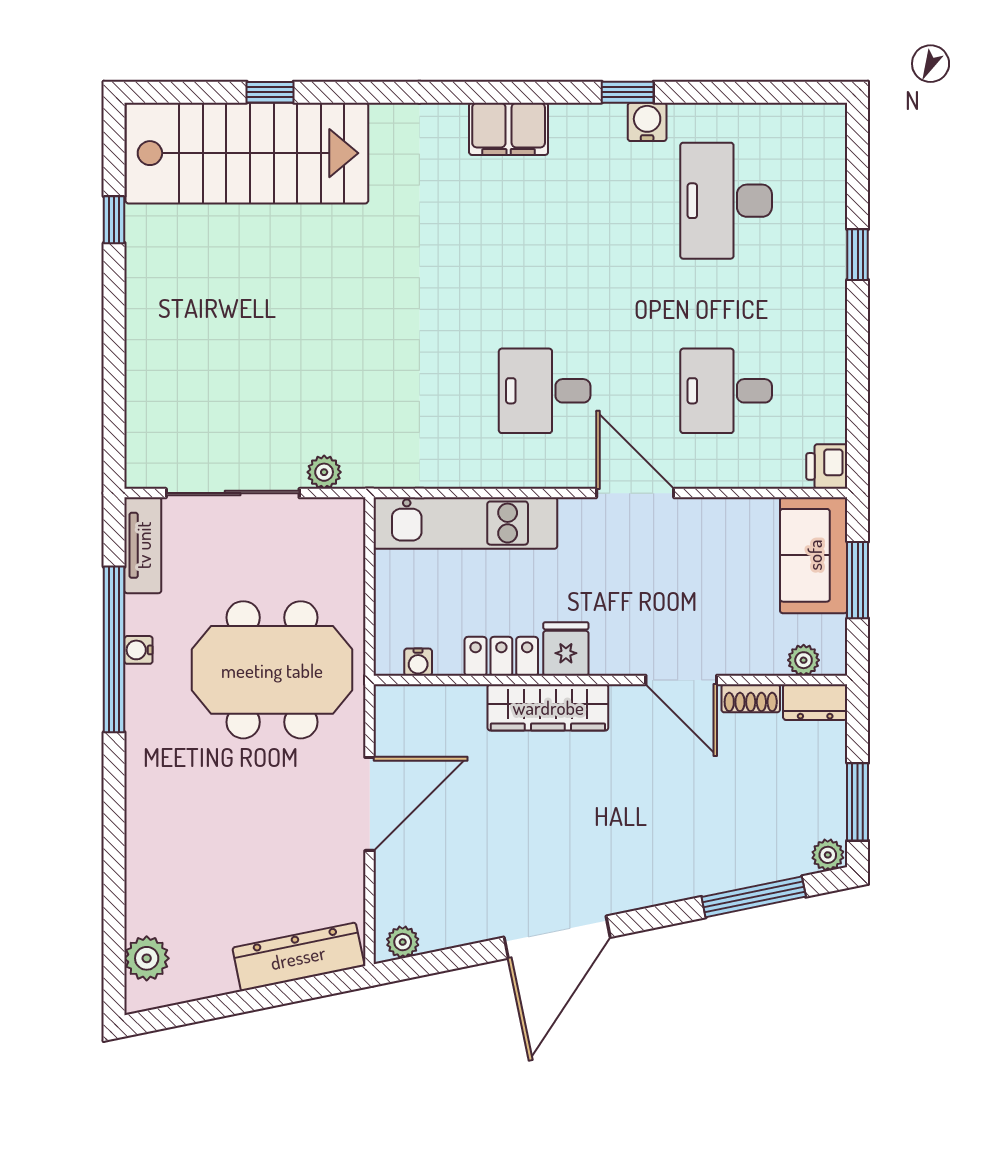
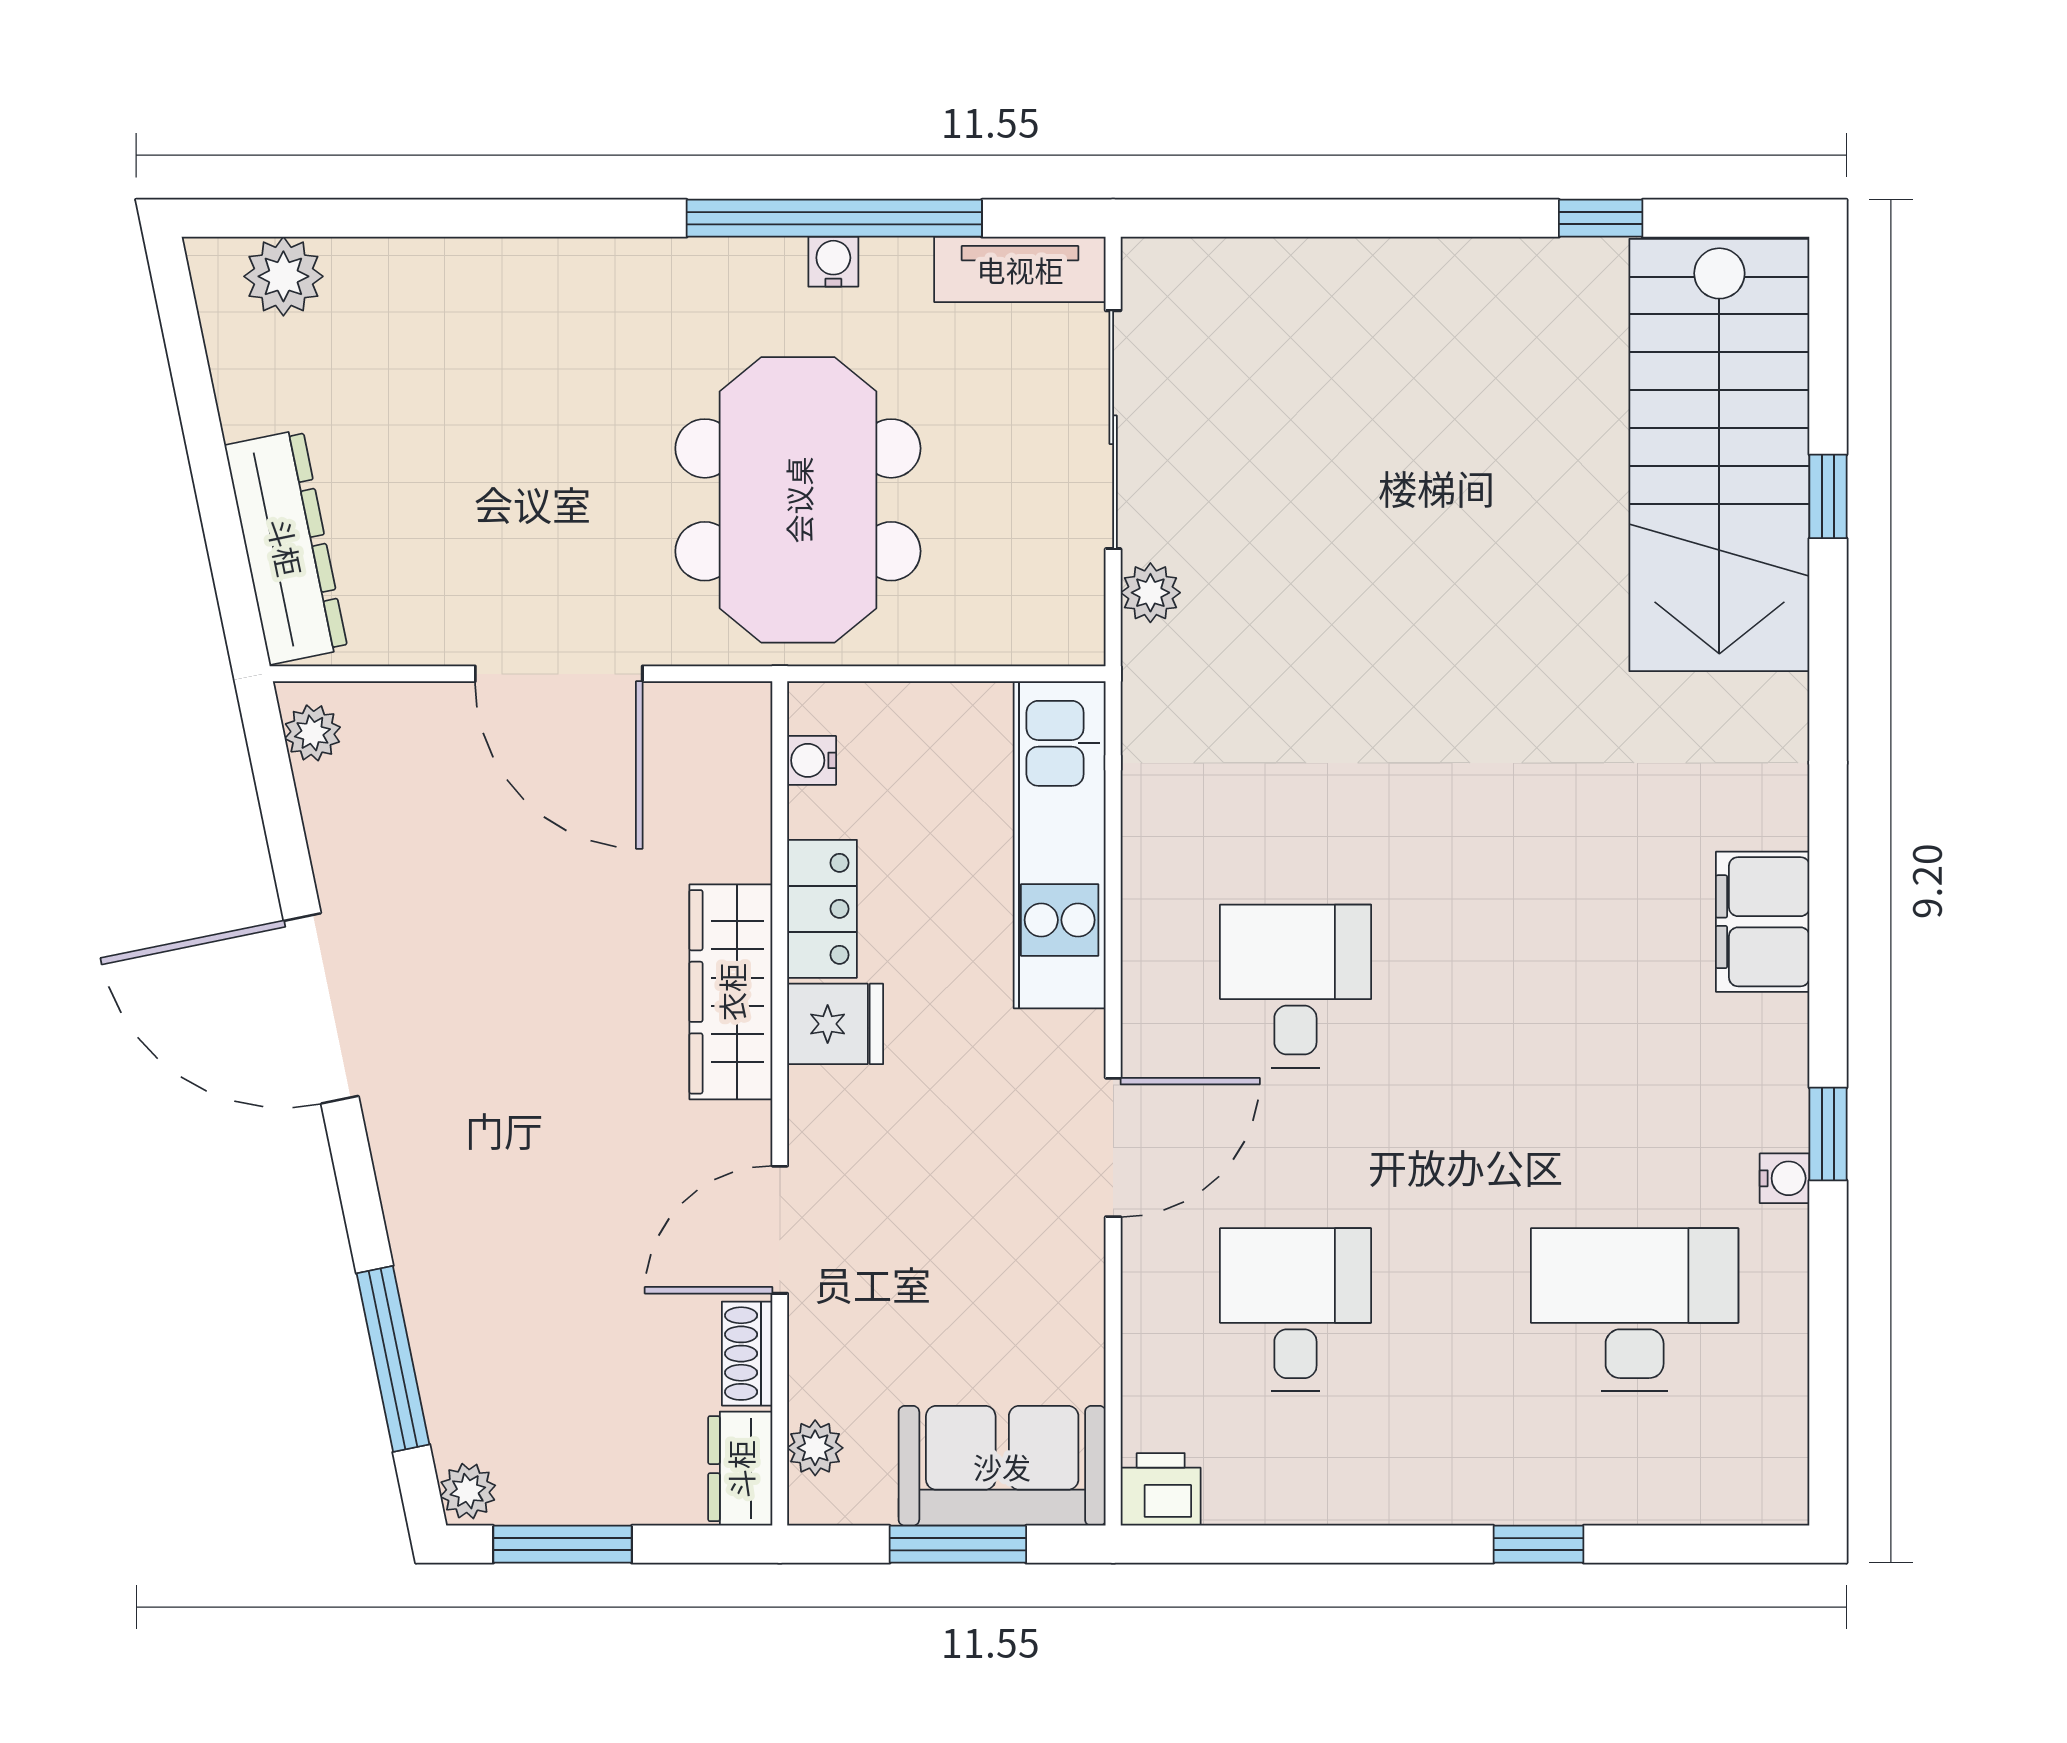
water cooler: (647, 122) -> (1785, 1178), width x0.72, depth x0.72

